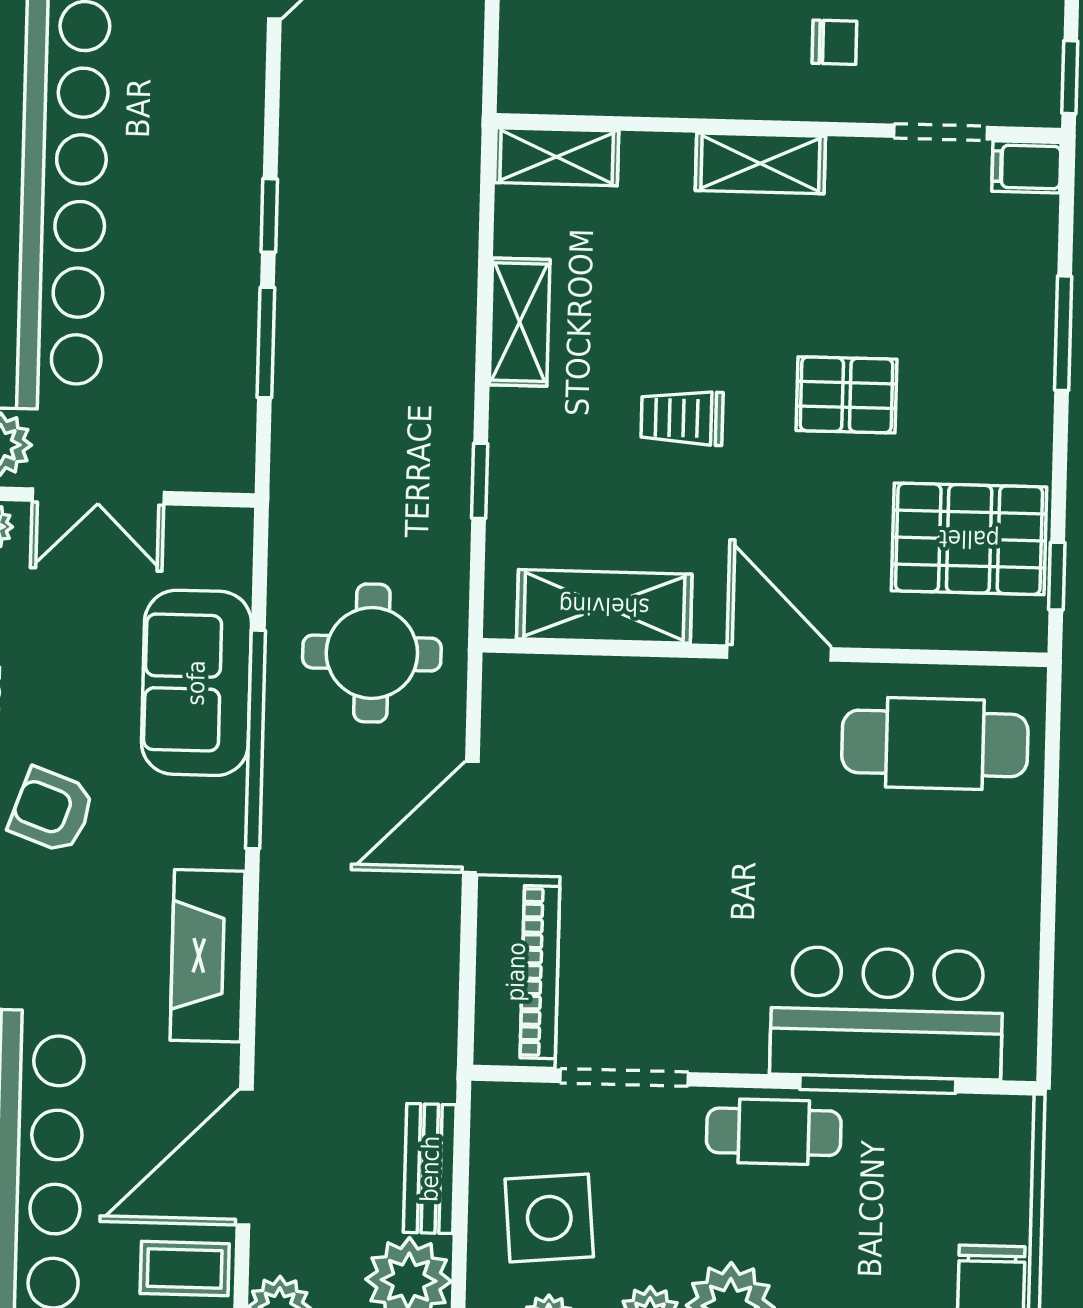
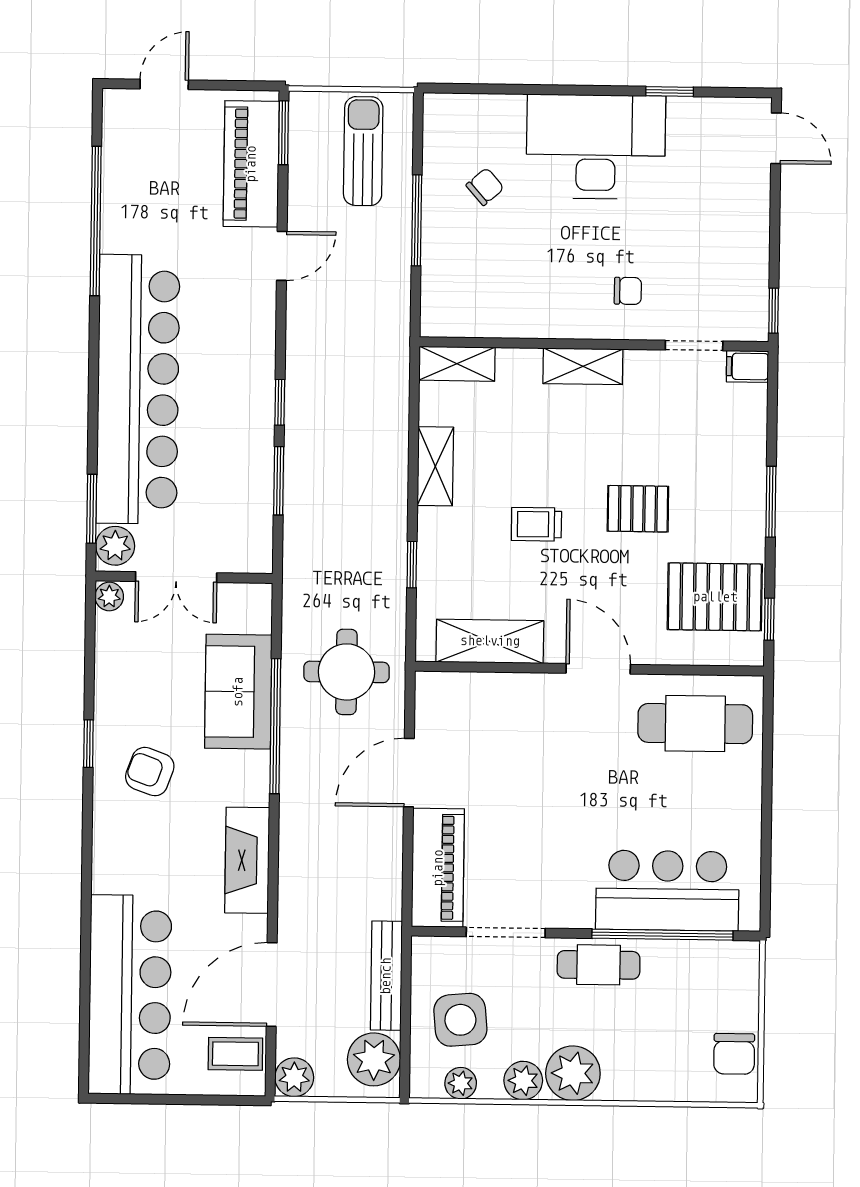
window: (1063, 333) -> (771, 502), moved
window: (878, 1084) -> (662, 935), width x1.46
bench: (430, 1169) -> (386, 976), width x1.36

